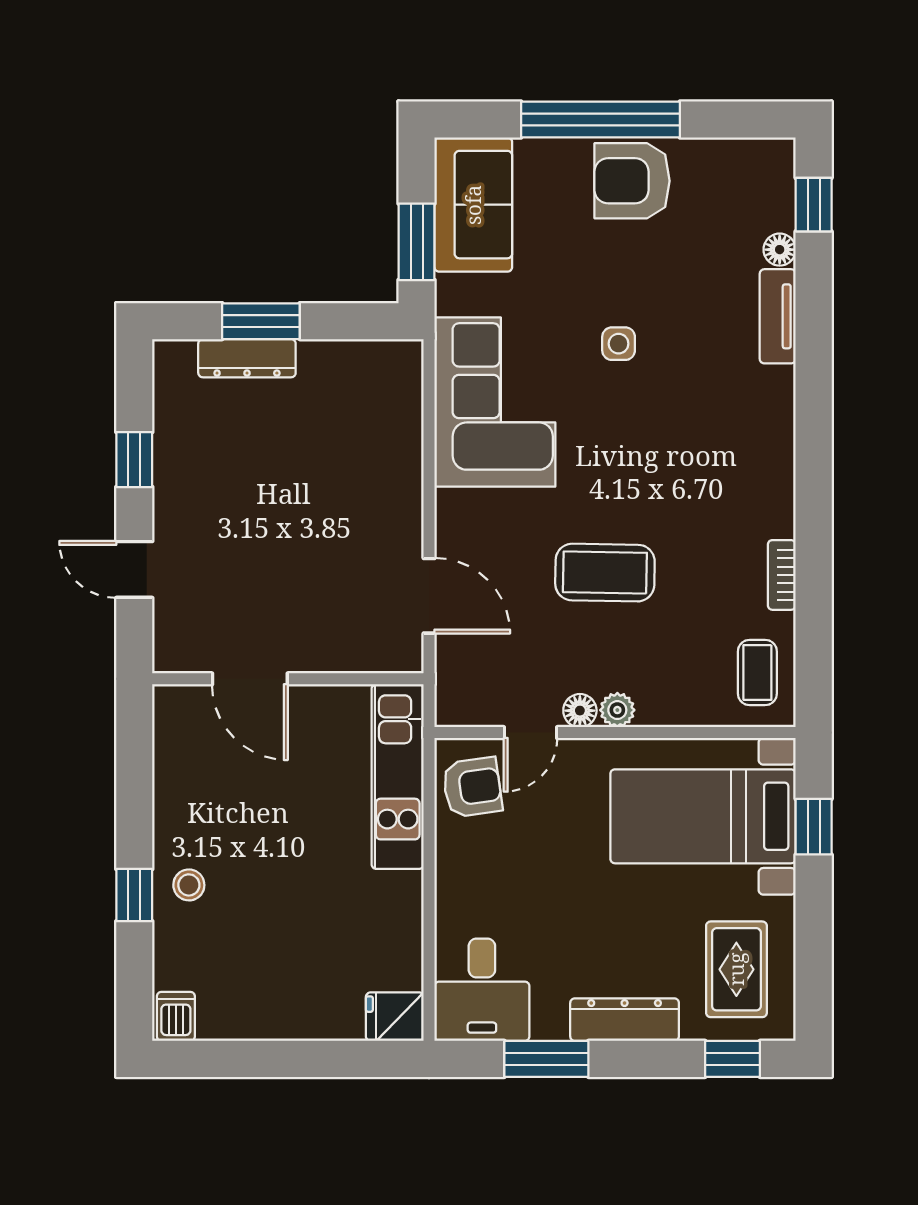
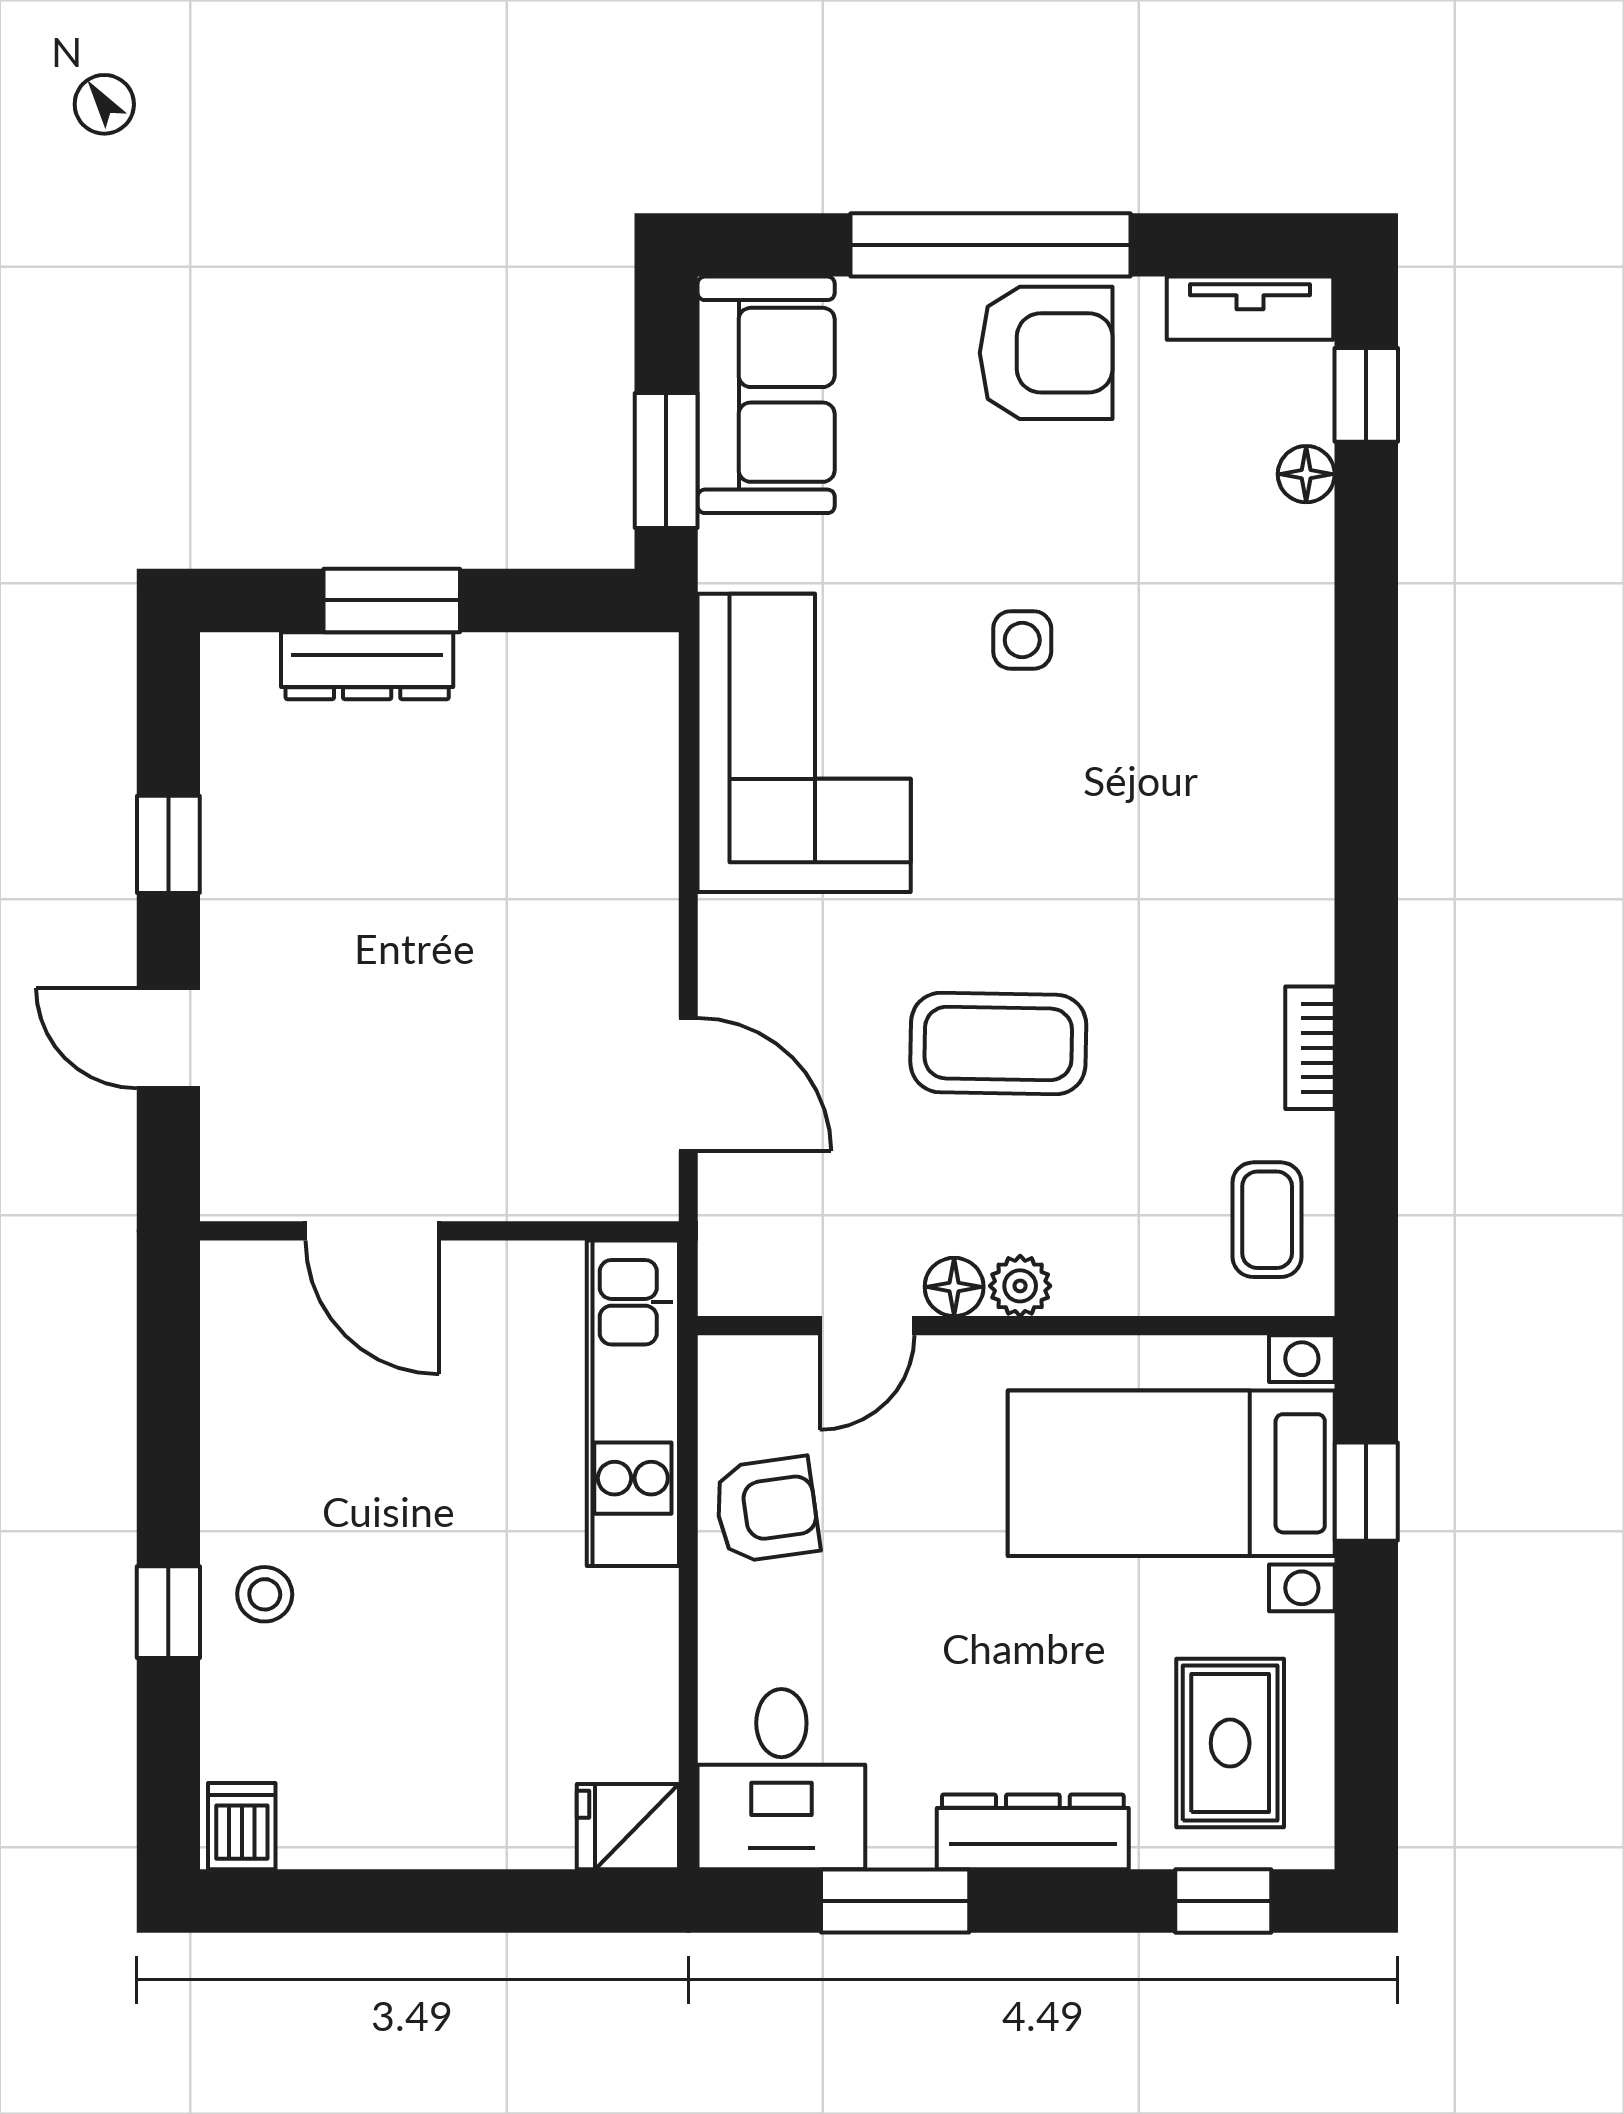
armchair: (632, 181) -> (1046, 353), turned 180
tv unit: (778, 316) -> (1250, 308), moved, turned -90
armchair: (472, 787) -> (766, 1510), moved

